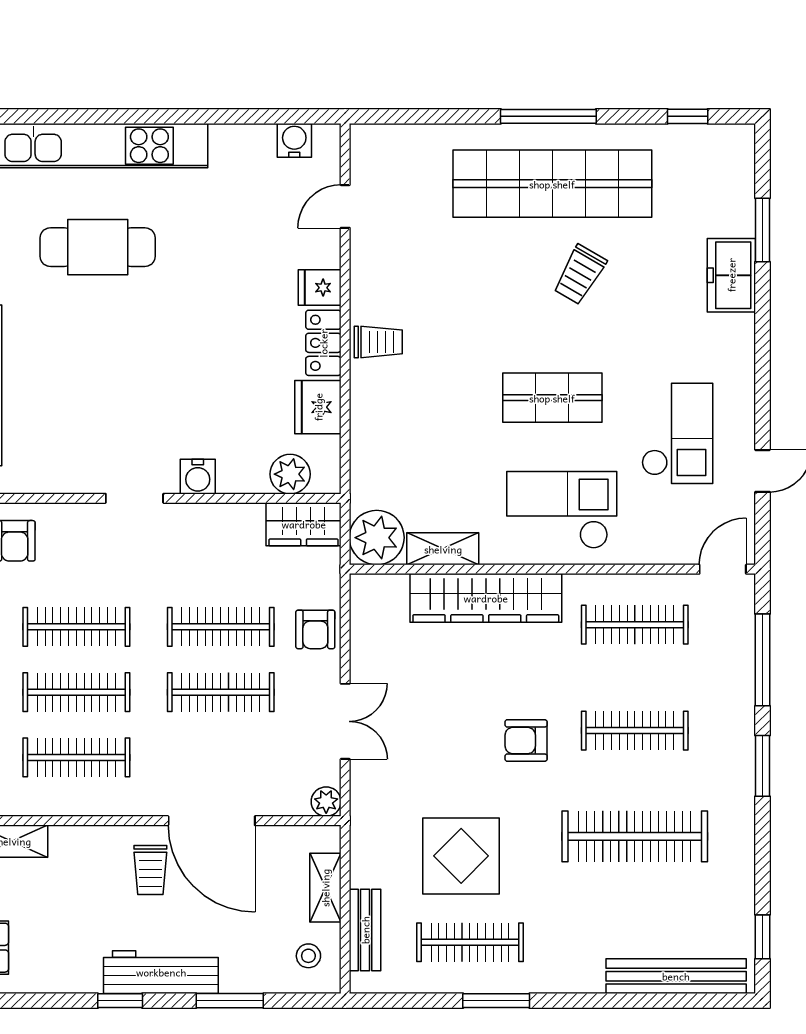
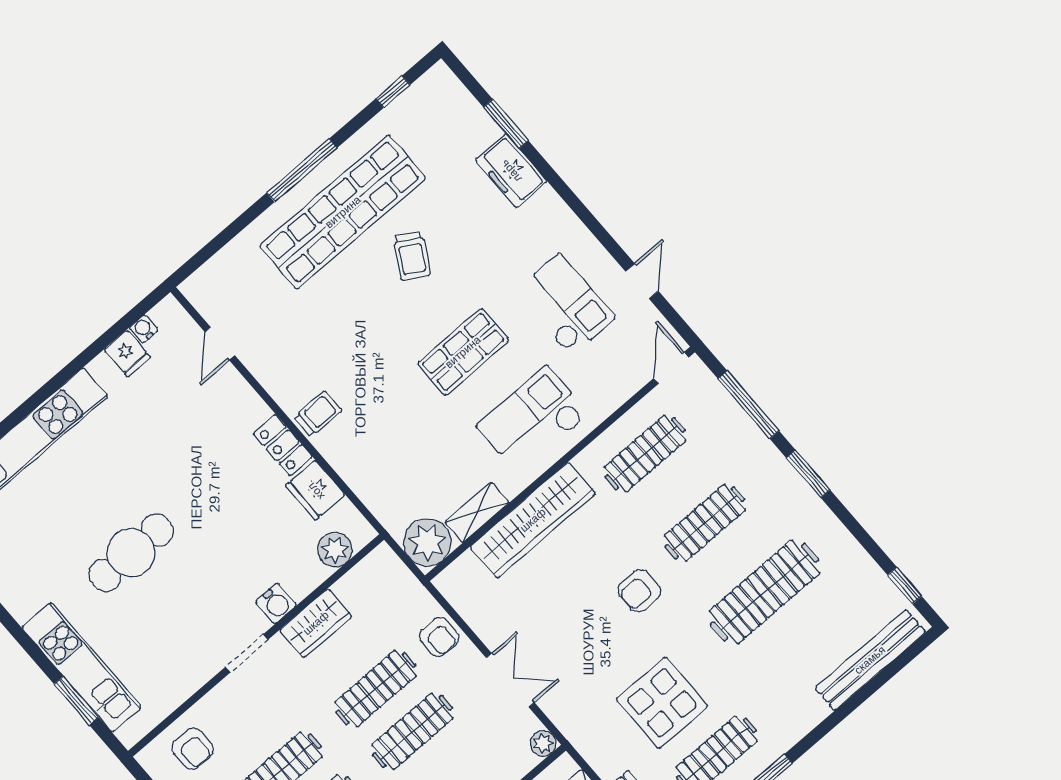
water cooler: (294, 140) -> (144, 329), width x0.72, depth x0.72
cafe table: (98, 247) -> (131, 553), moved
fridge: (320, 288) -> (127, 353), moved, turned -90
wardrobe: (304, 524) -> (316, 623), moved

